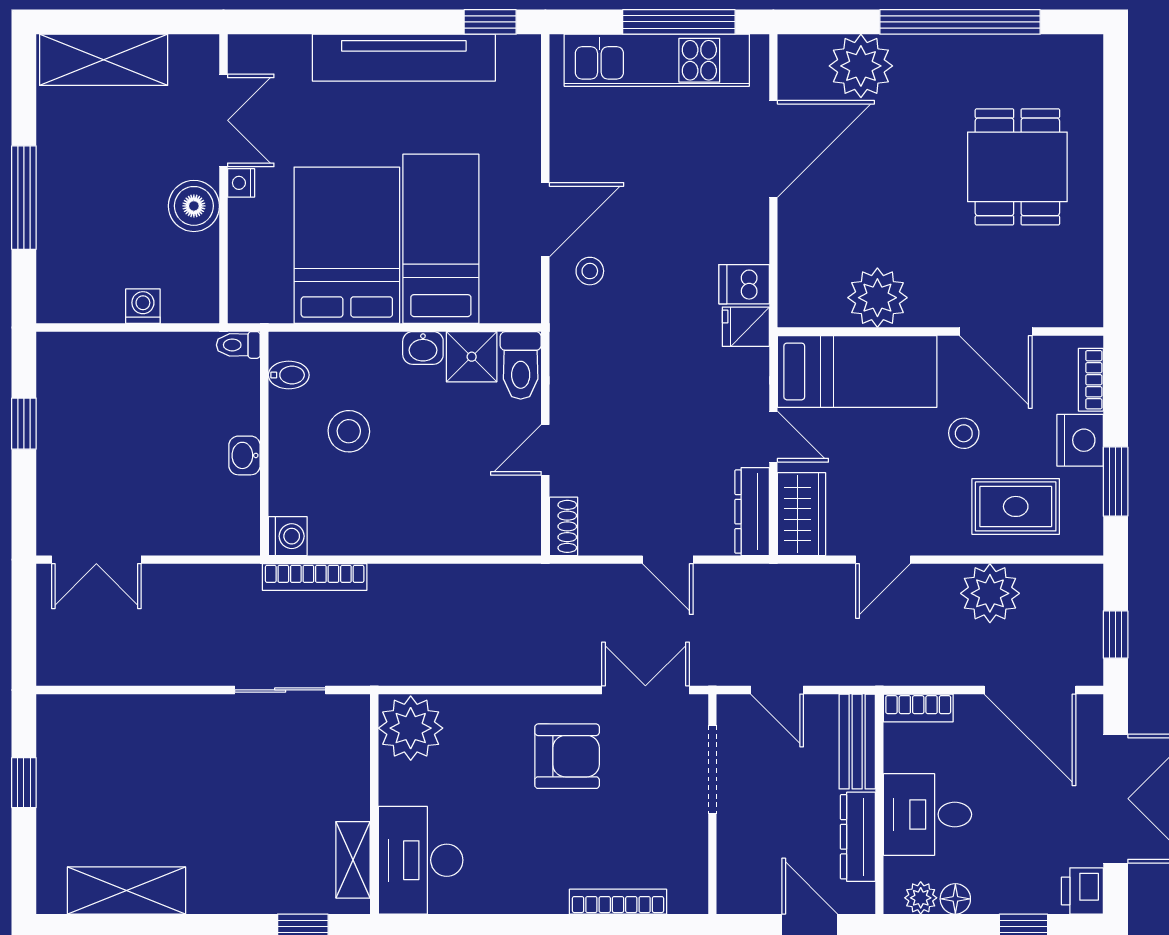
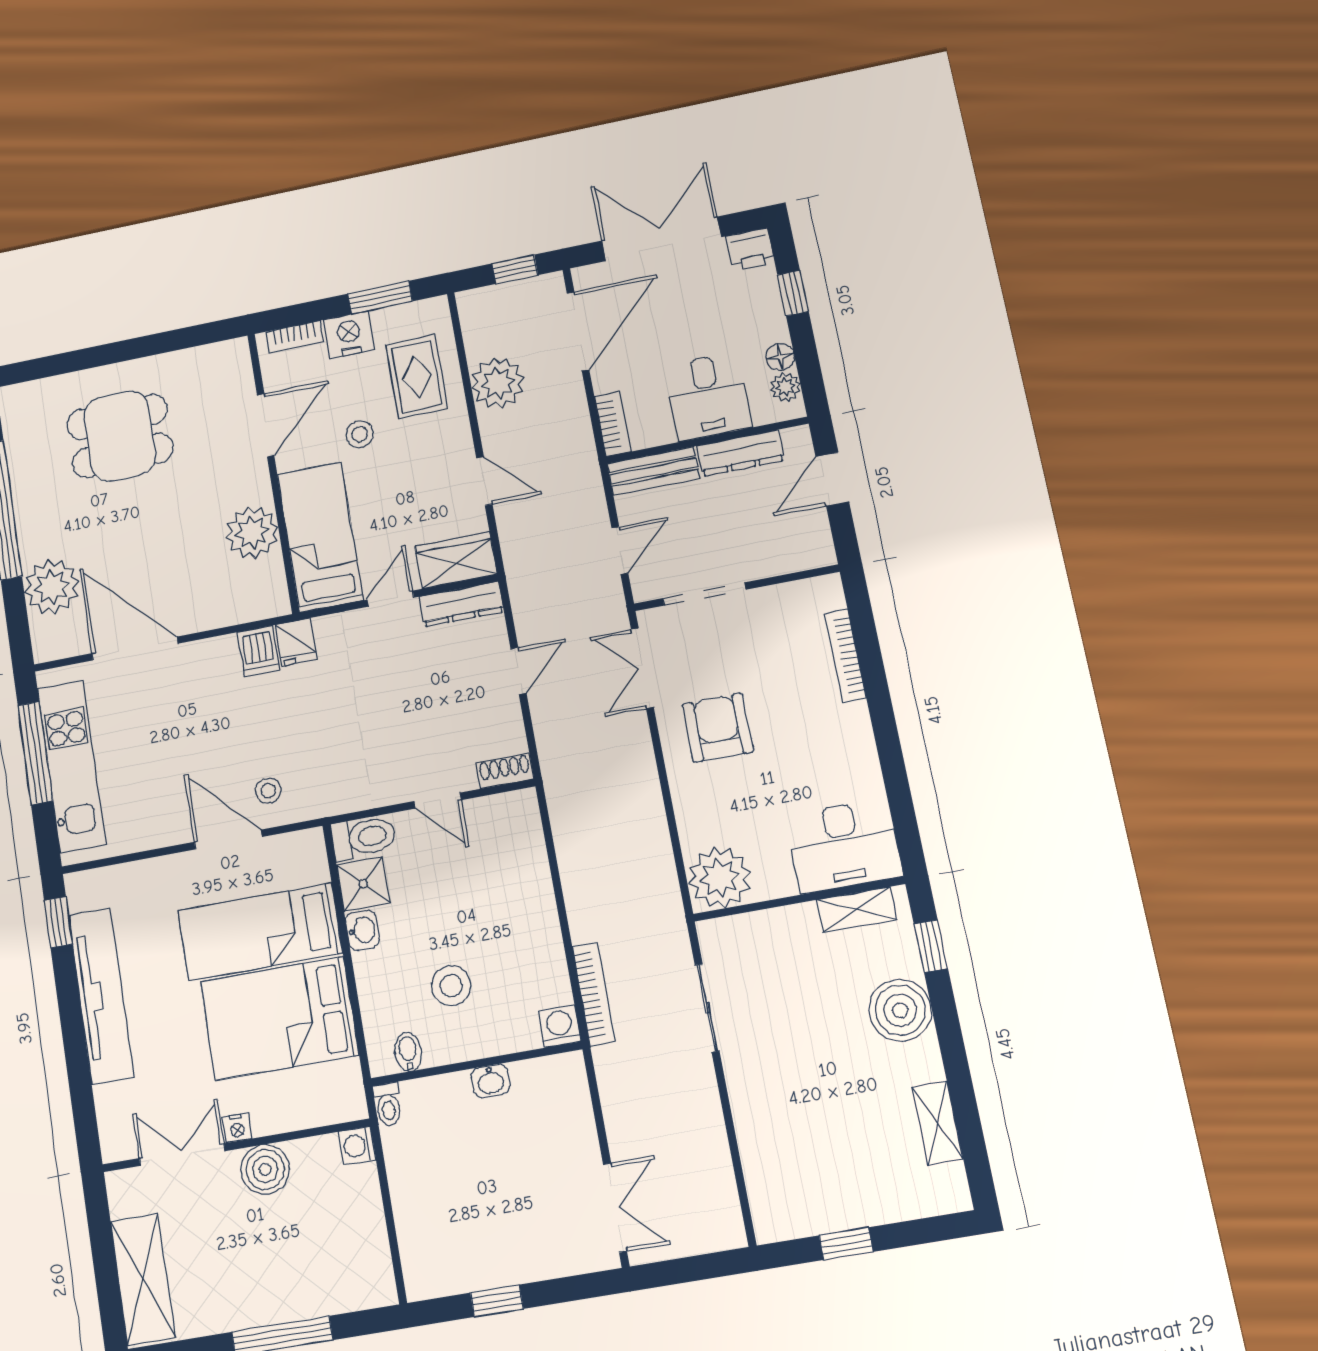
washing machine: (143, 306) -> (357, 1145), moved
boiler: (244, 883) -> (900, 1010), added
shelving: (126, 890) -> (938, 1123), width x0.67, depth x0.75

